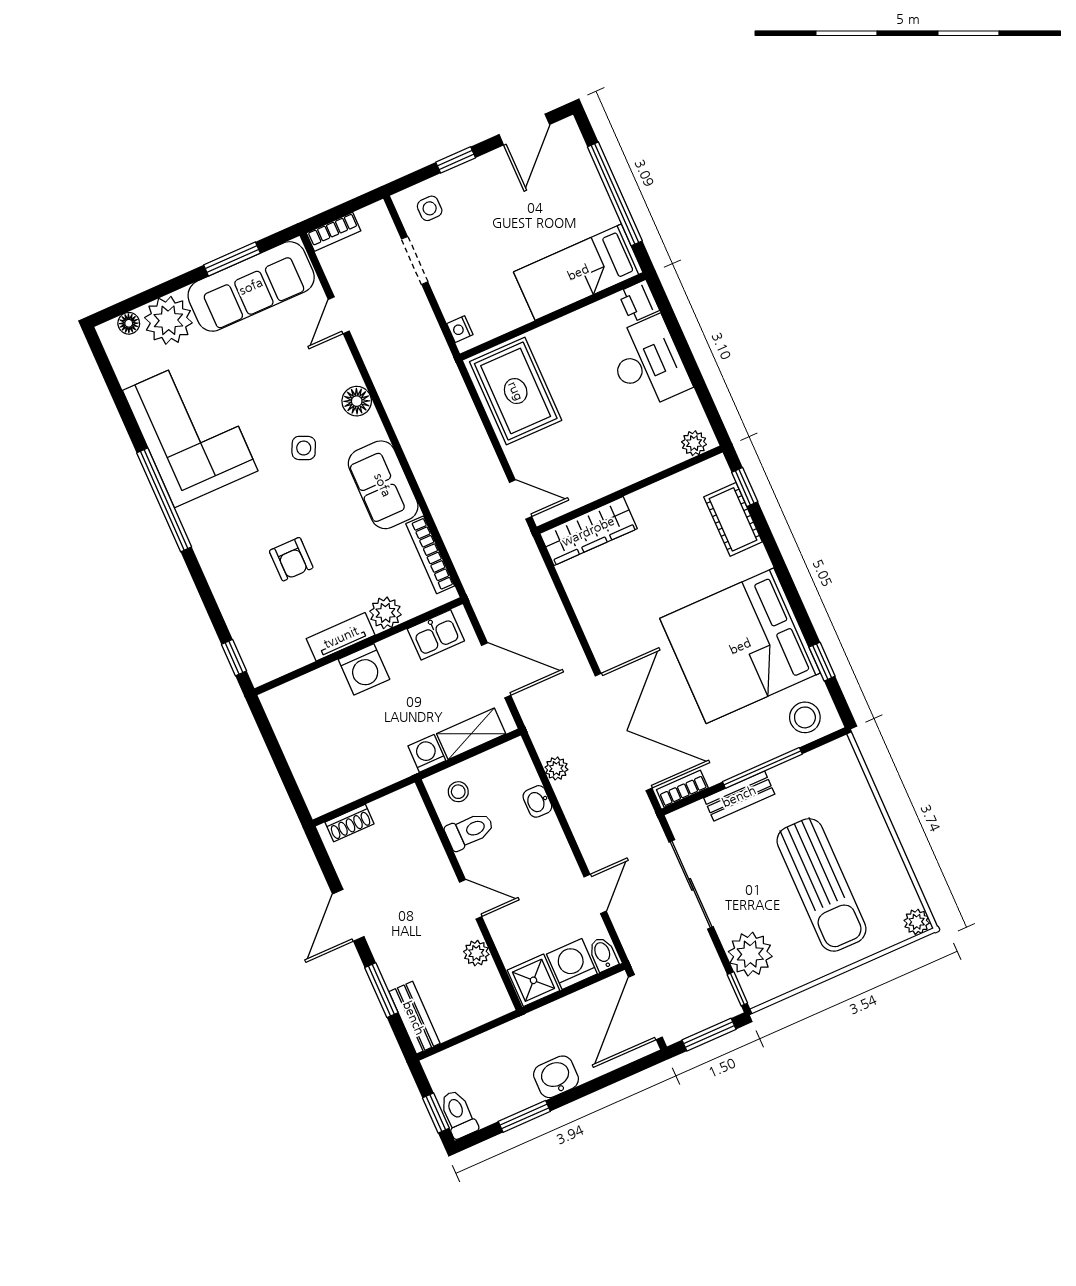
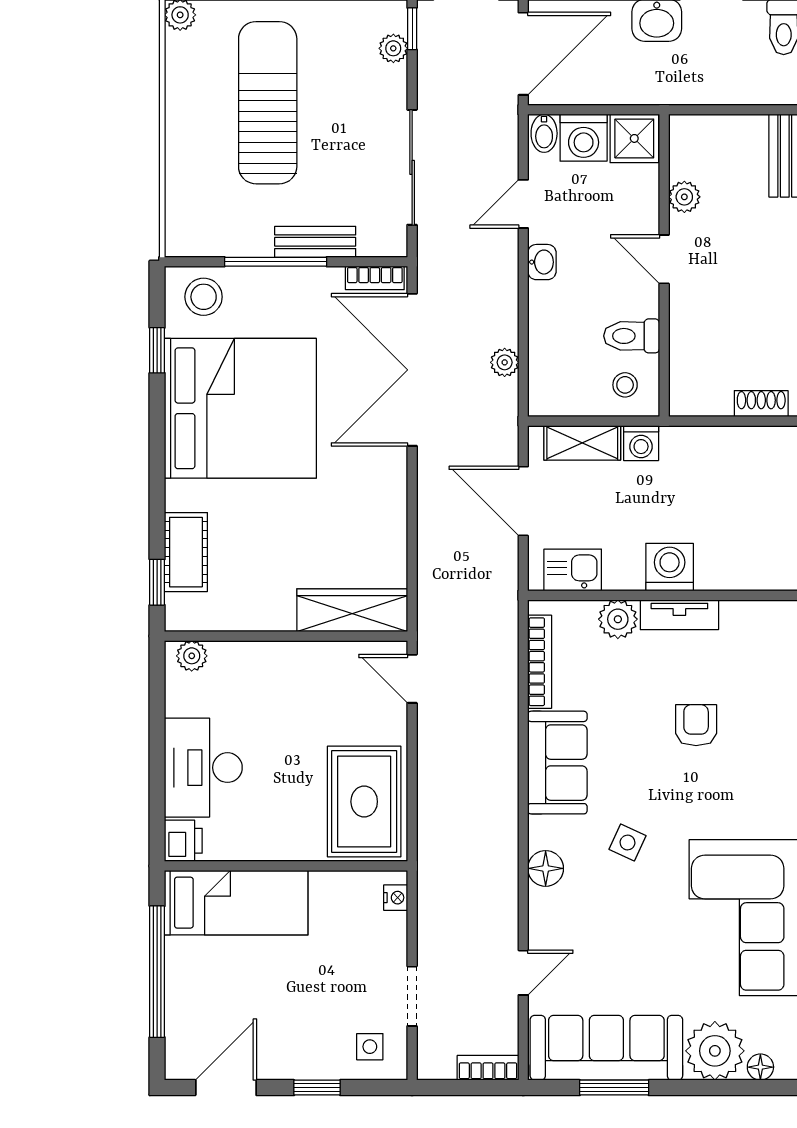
washbasin: (537, 801) -> (542, 262), moved
plant: (750, 954) -> (393, 48), width x0.53, depth x0.53

